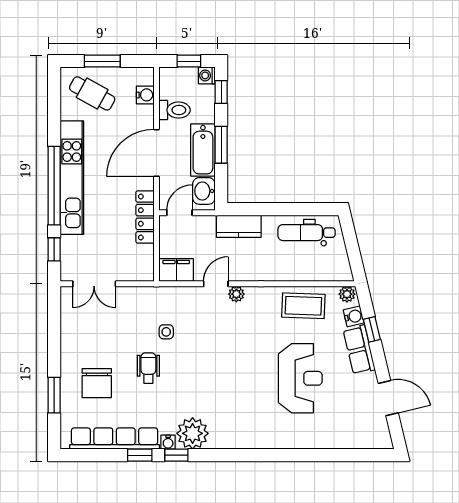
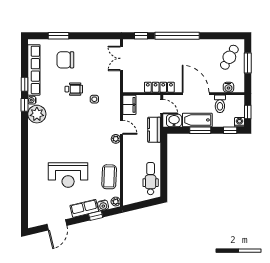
kitchen unit: (72, 178) -> (182, 46), removed
kitchen counter: (239, 226) -> (154, 130), moved

